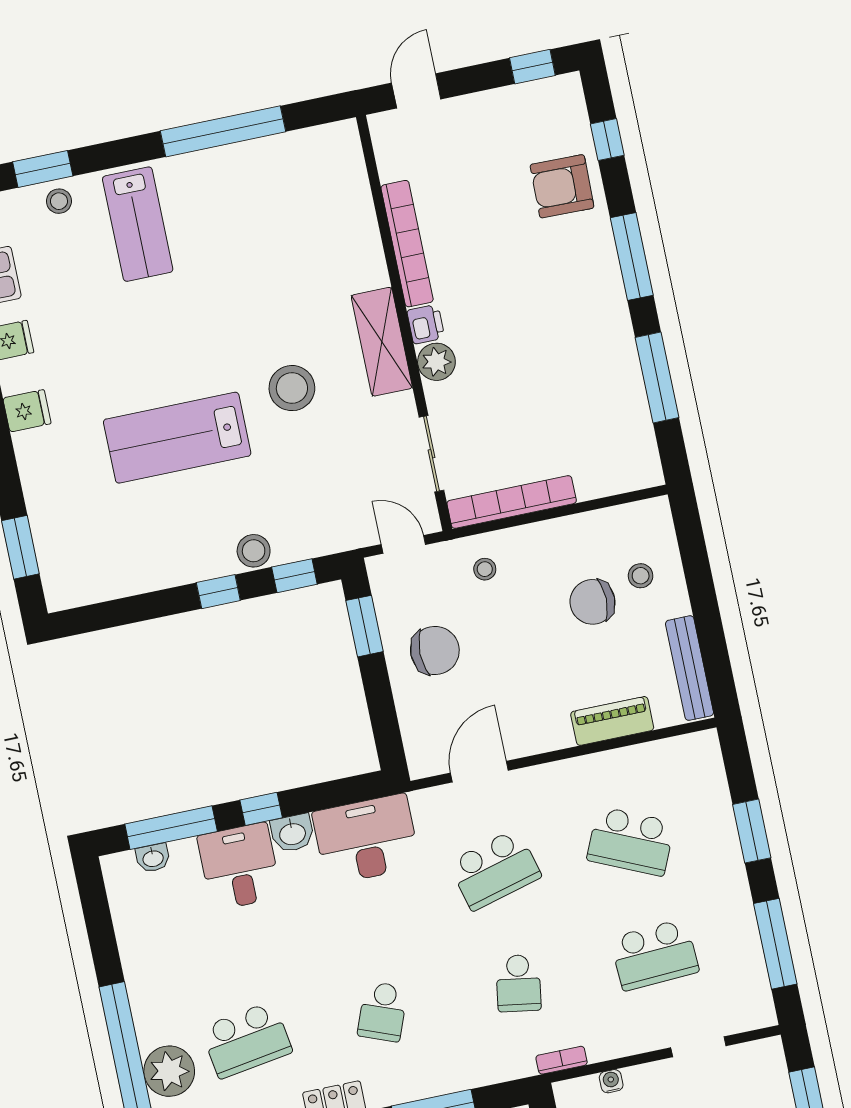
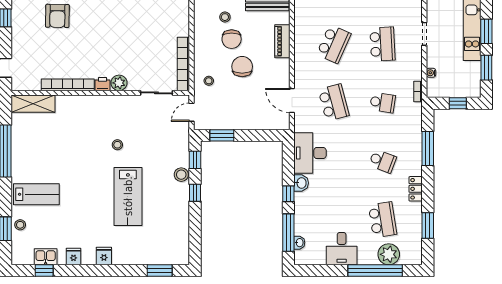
shelving: (382, 342) -> (33, 104), moved
stool: (292, 388) -> (117, 145), width x0.53, depth x0.53
chair: (435, 651) -> (242, 67), moved
desk: (239, 867) -> (342, 249), moved, turned -90

